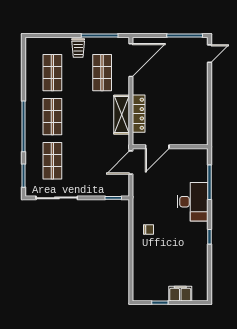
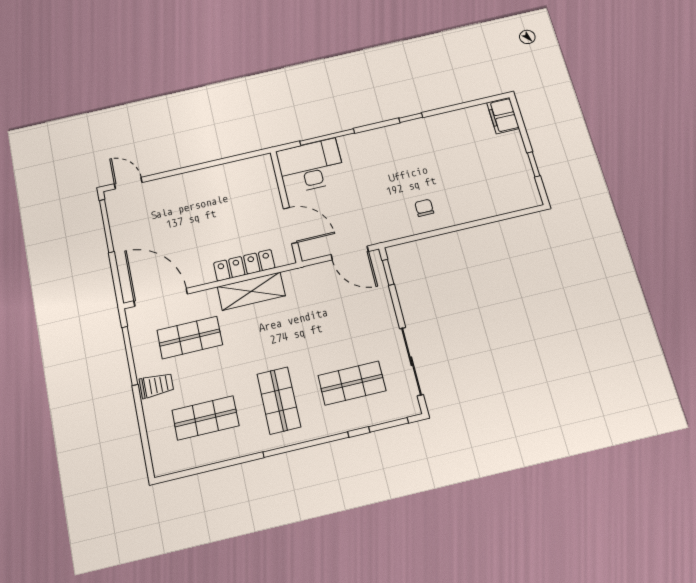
shop shelf: (52, 117) -> (279, 400), turned 90
door: (131, 163) -> (350, 253), moved
desk: (193, 202) -> (311, 166), moved
filing cabinet: (180, 294) -> (503, 116), moved

